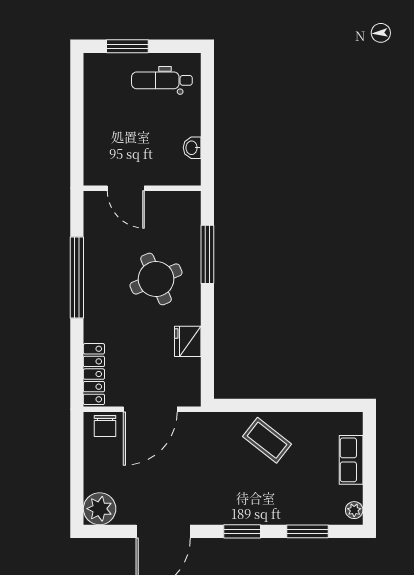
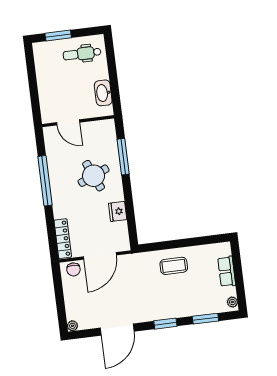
washbasin: (192, 148) -> (103, 93), width x1.91, depth x1.45
coffee table: (267, 440) -> (174, 266), turned -38
plant: (100, 509) -> (72, 326), width x0.53, depth x0.53

